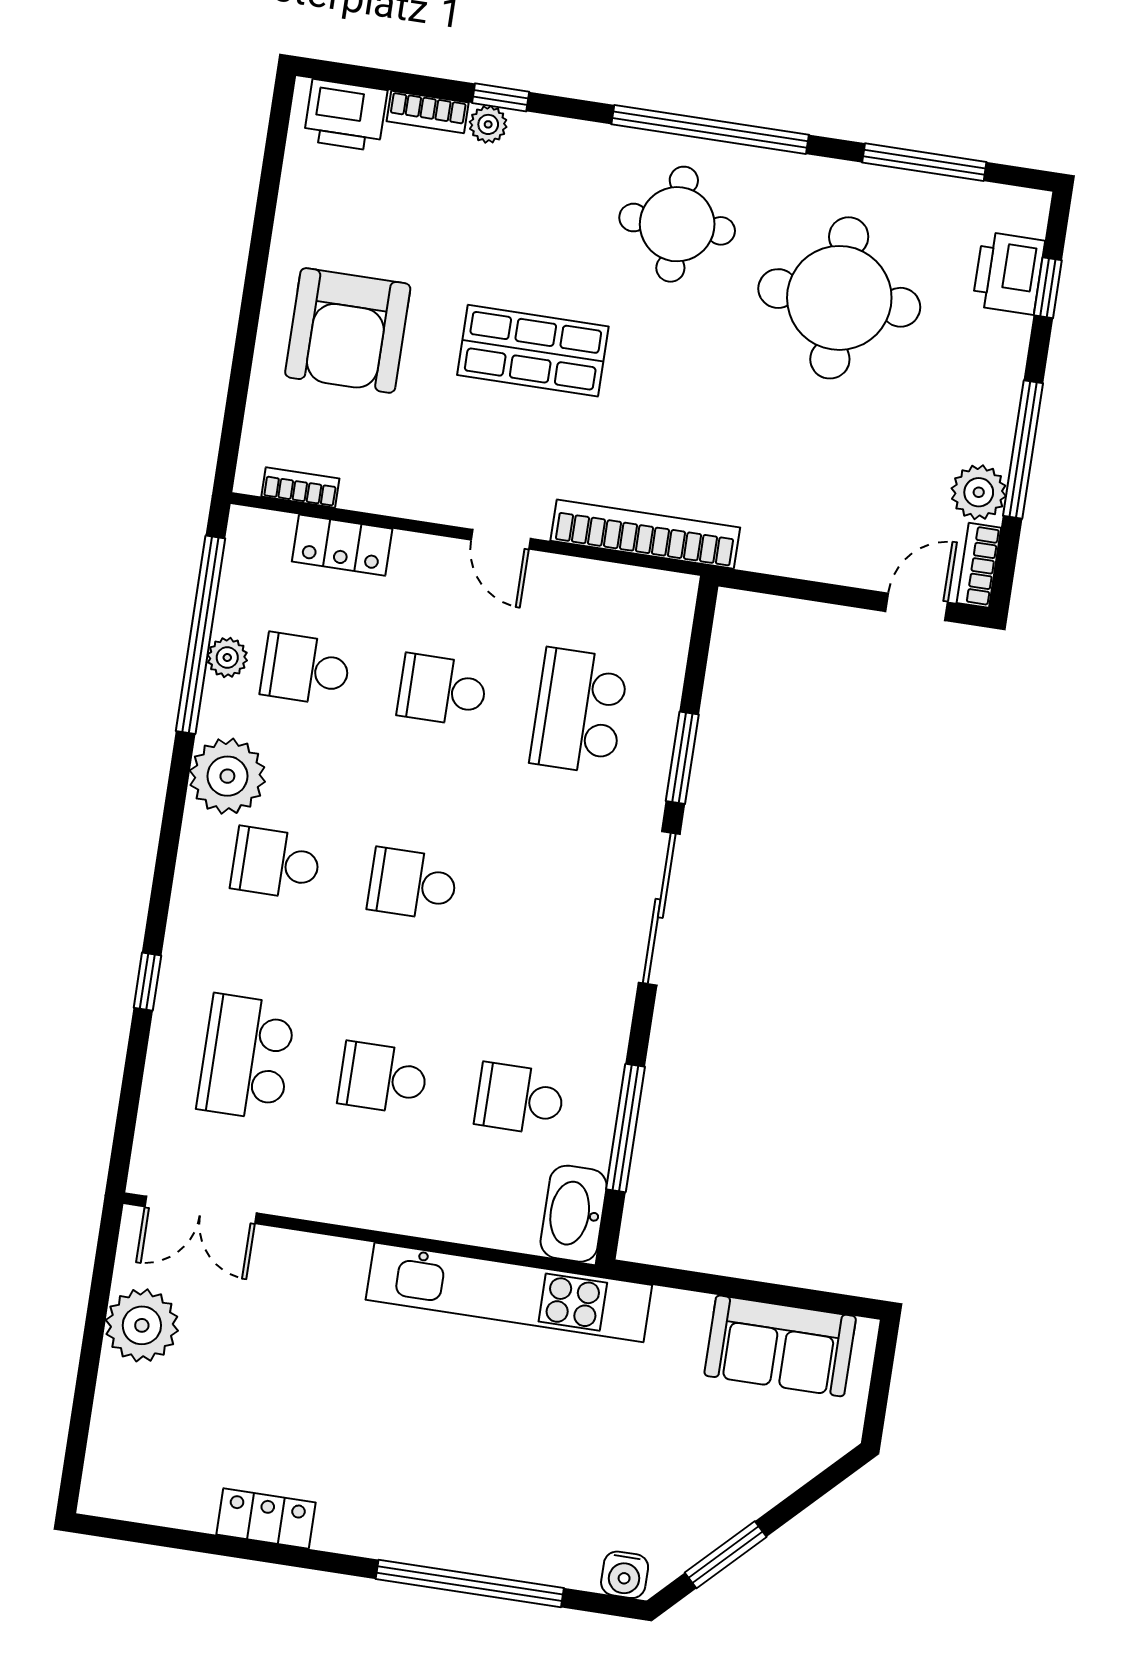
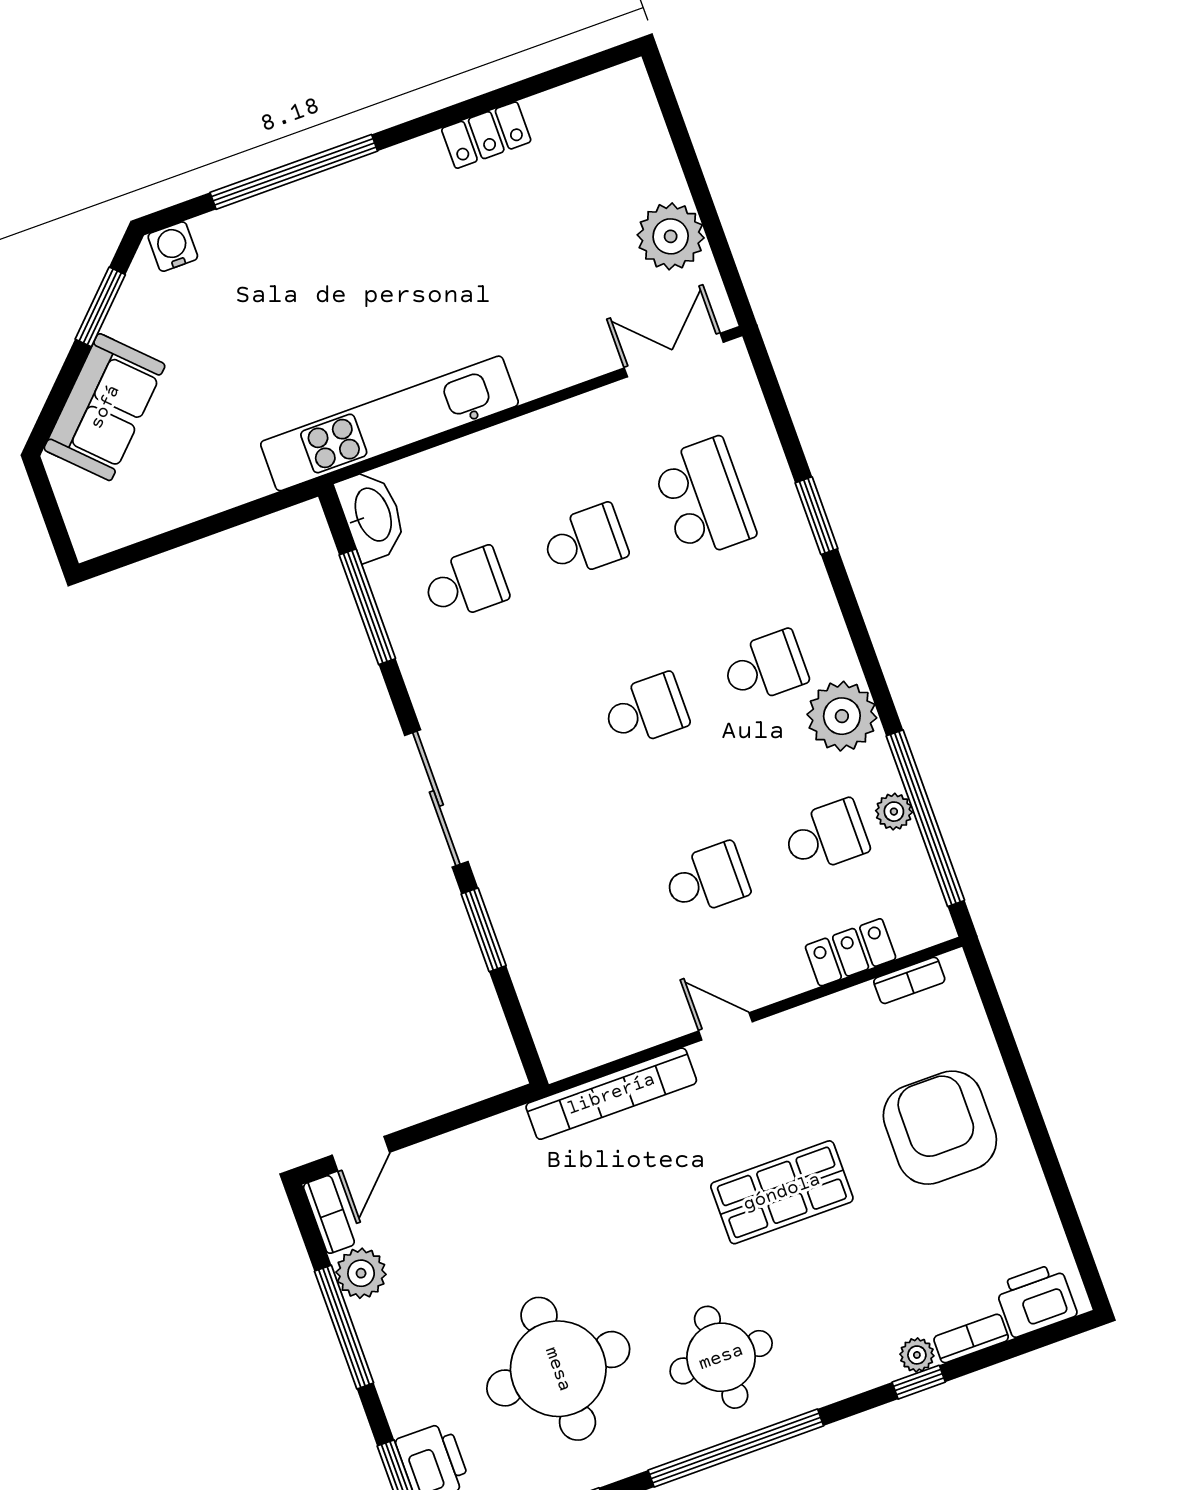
school desk: (579, 711) -> (587, 922), removed
window: (147, 982) -> (817, 516), width x1.50
sofa: (780, 1346) -> (105, 407), moved, turned 135

